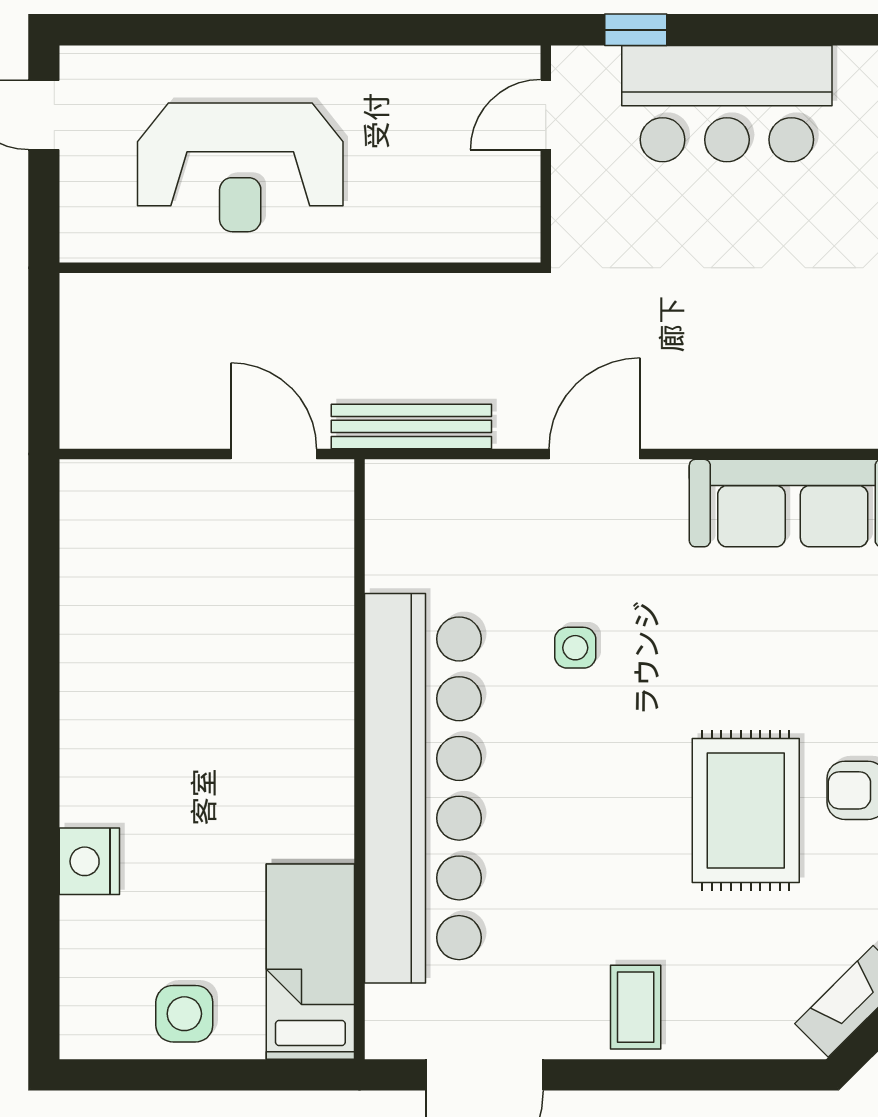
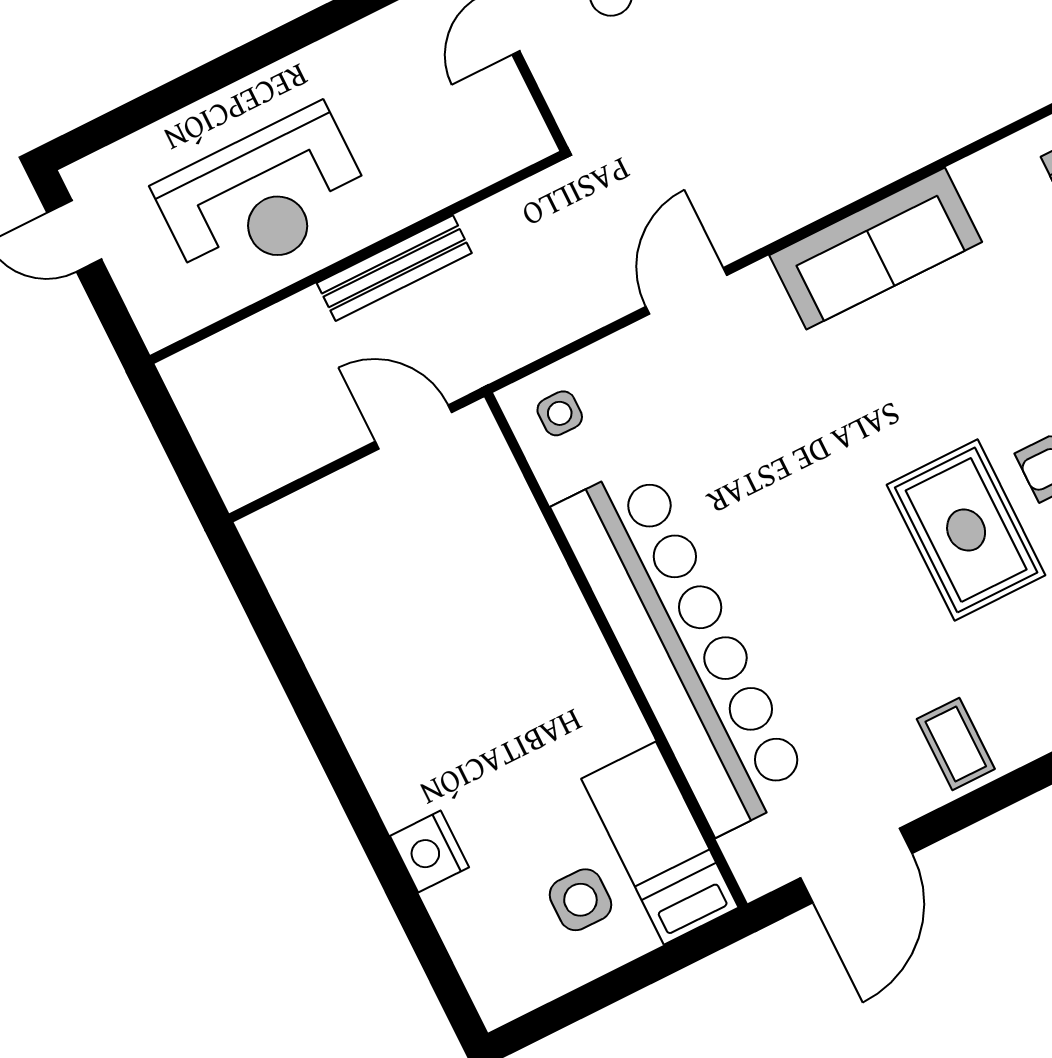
bench: (411, 426) -> (394, 268), moved
side table: (575, 648) -> (560, 413), moved
side table: (184, 1014) -> (580, 900), moved

